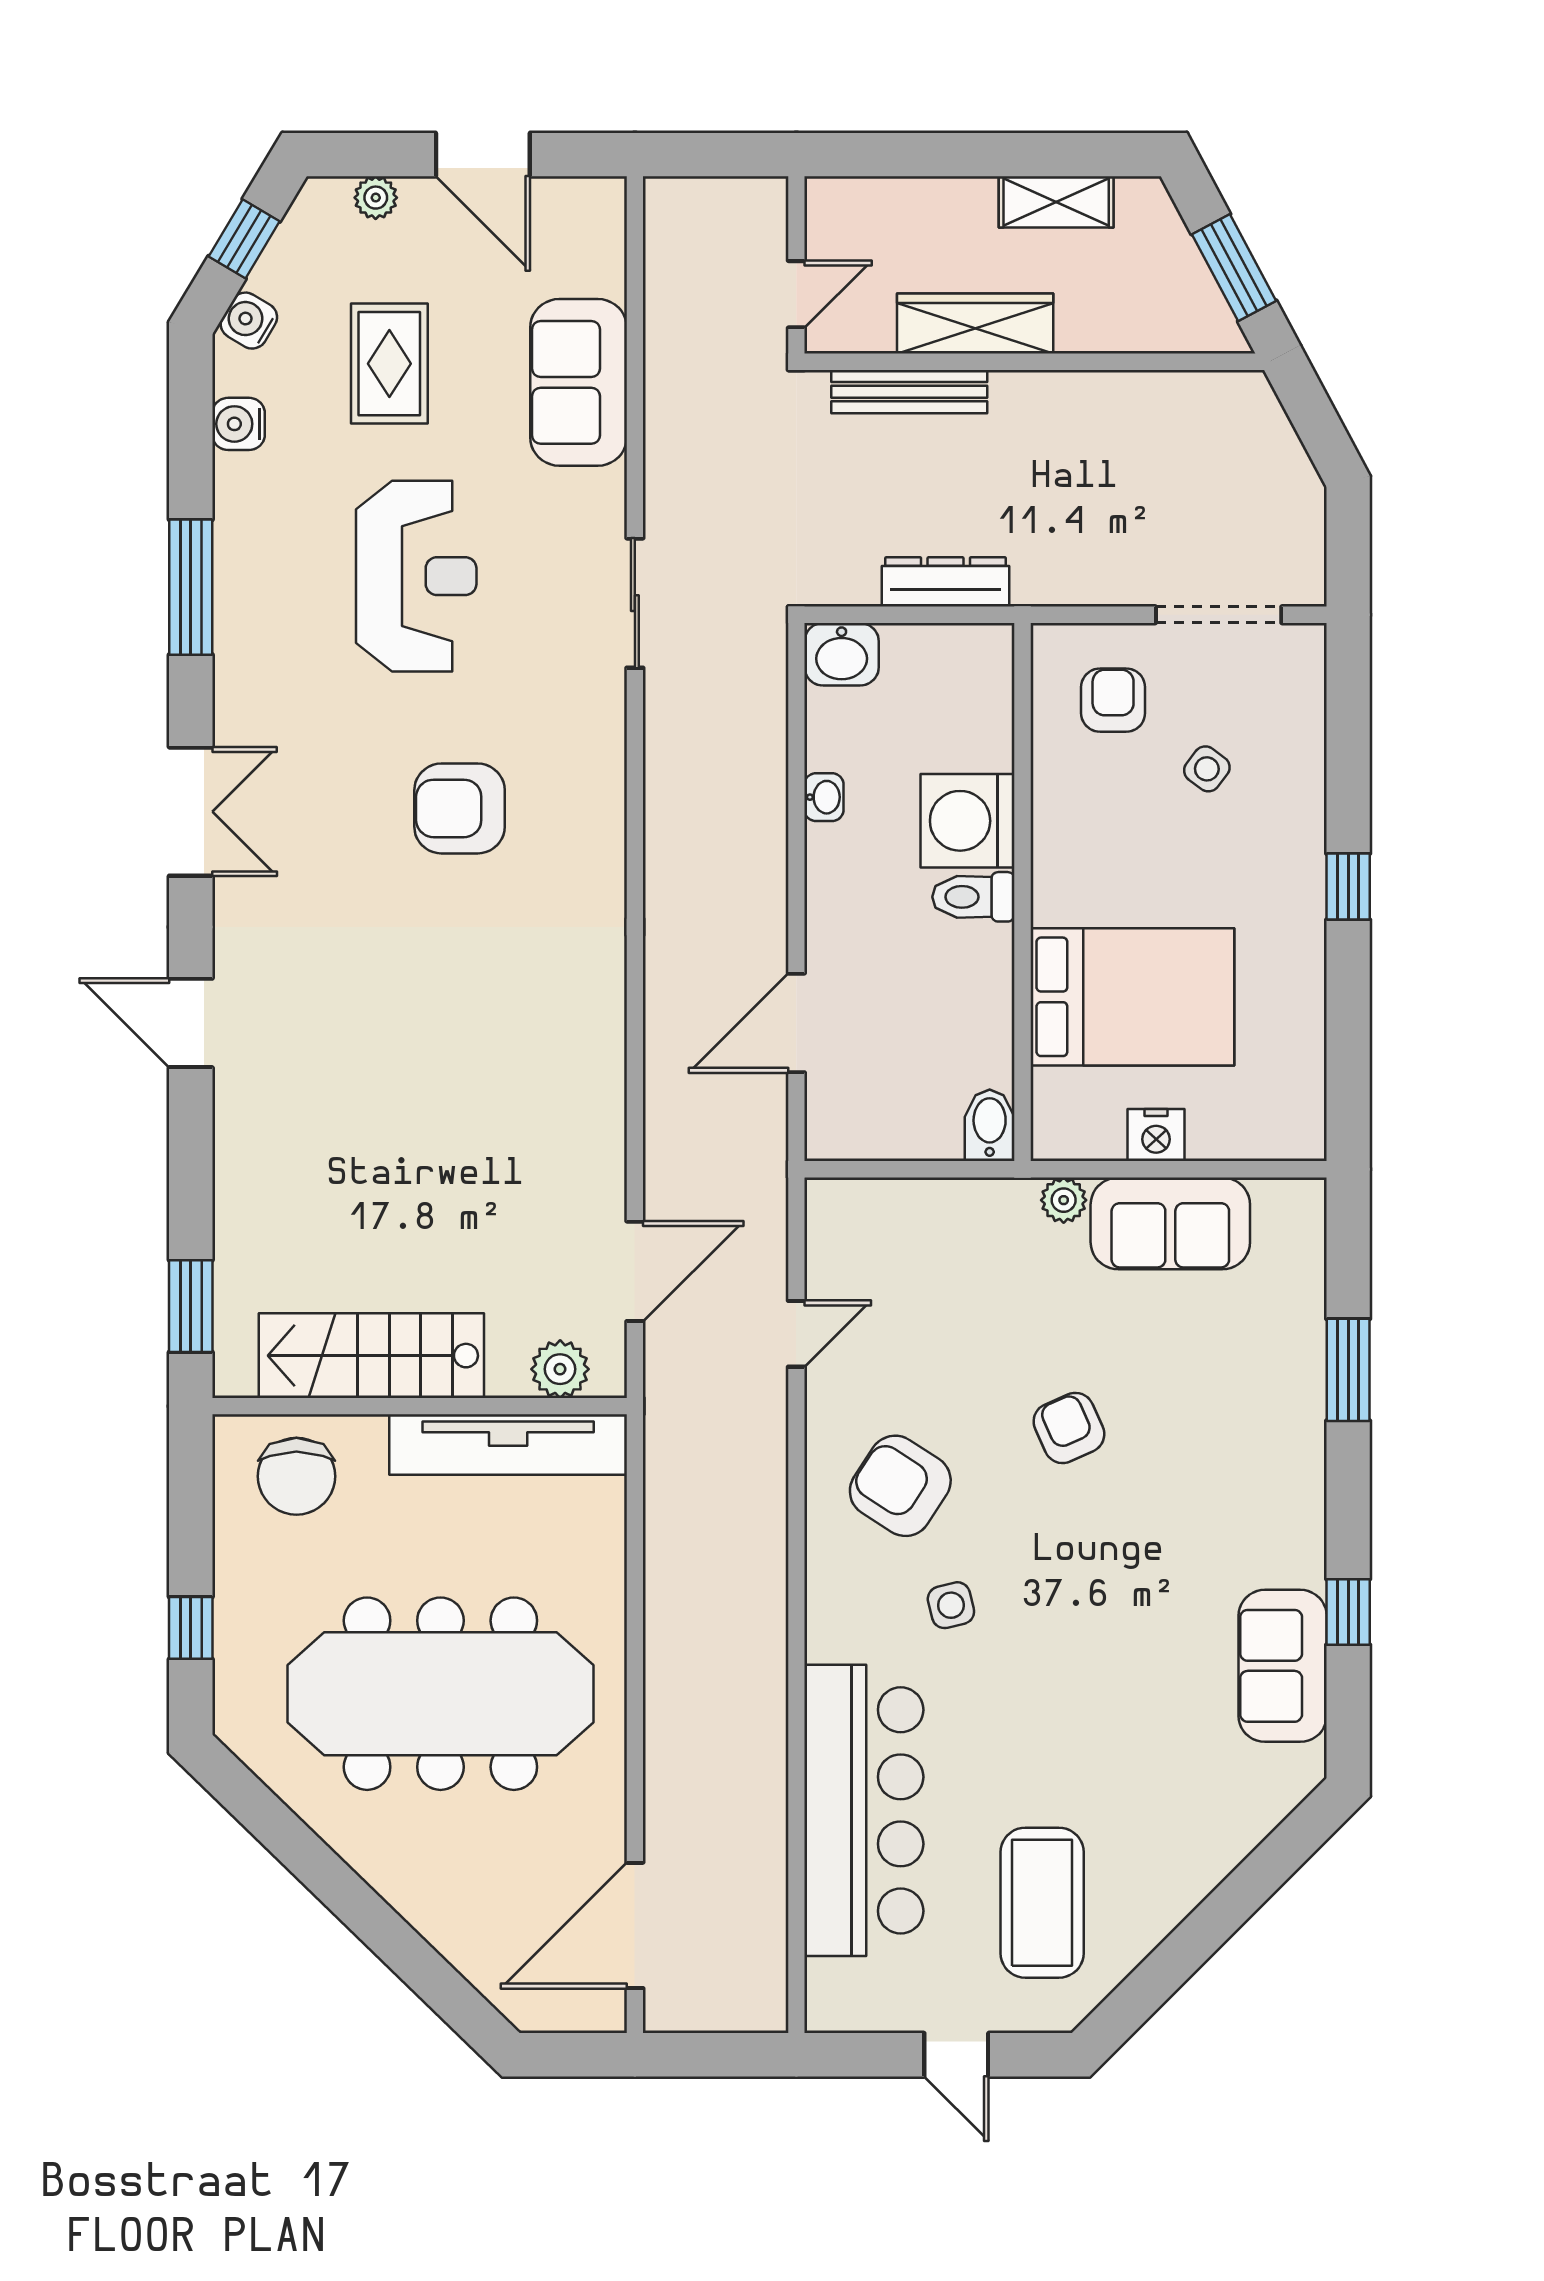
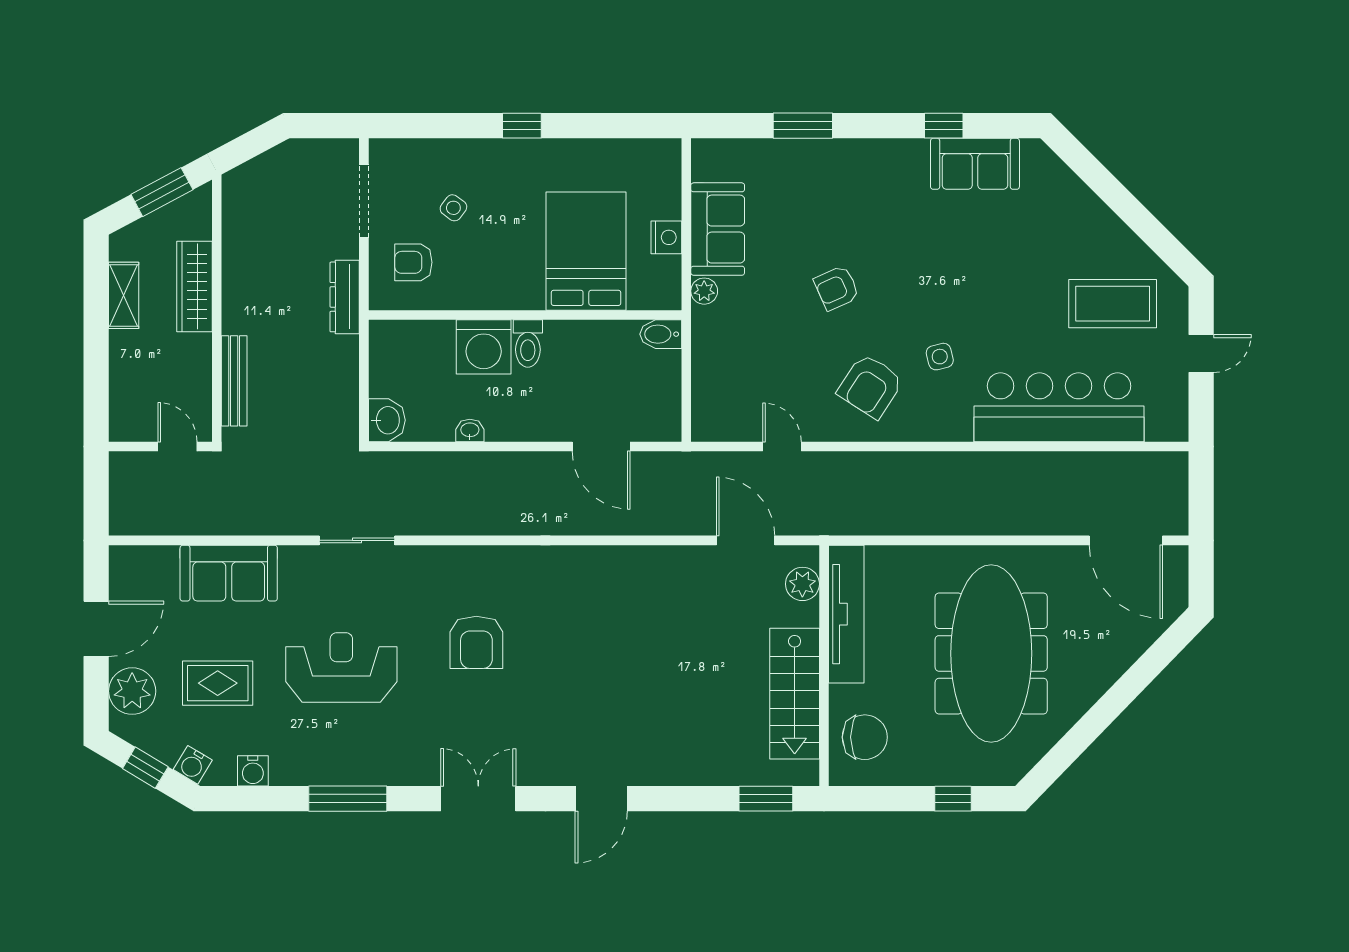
plant: (376, 198) -> (132, 691), width x1.87, depth x1.87
wardrobe: (975, 324) -> (194, 286), moved
dresser: (946, 582) -> (345, 297), moved

